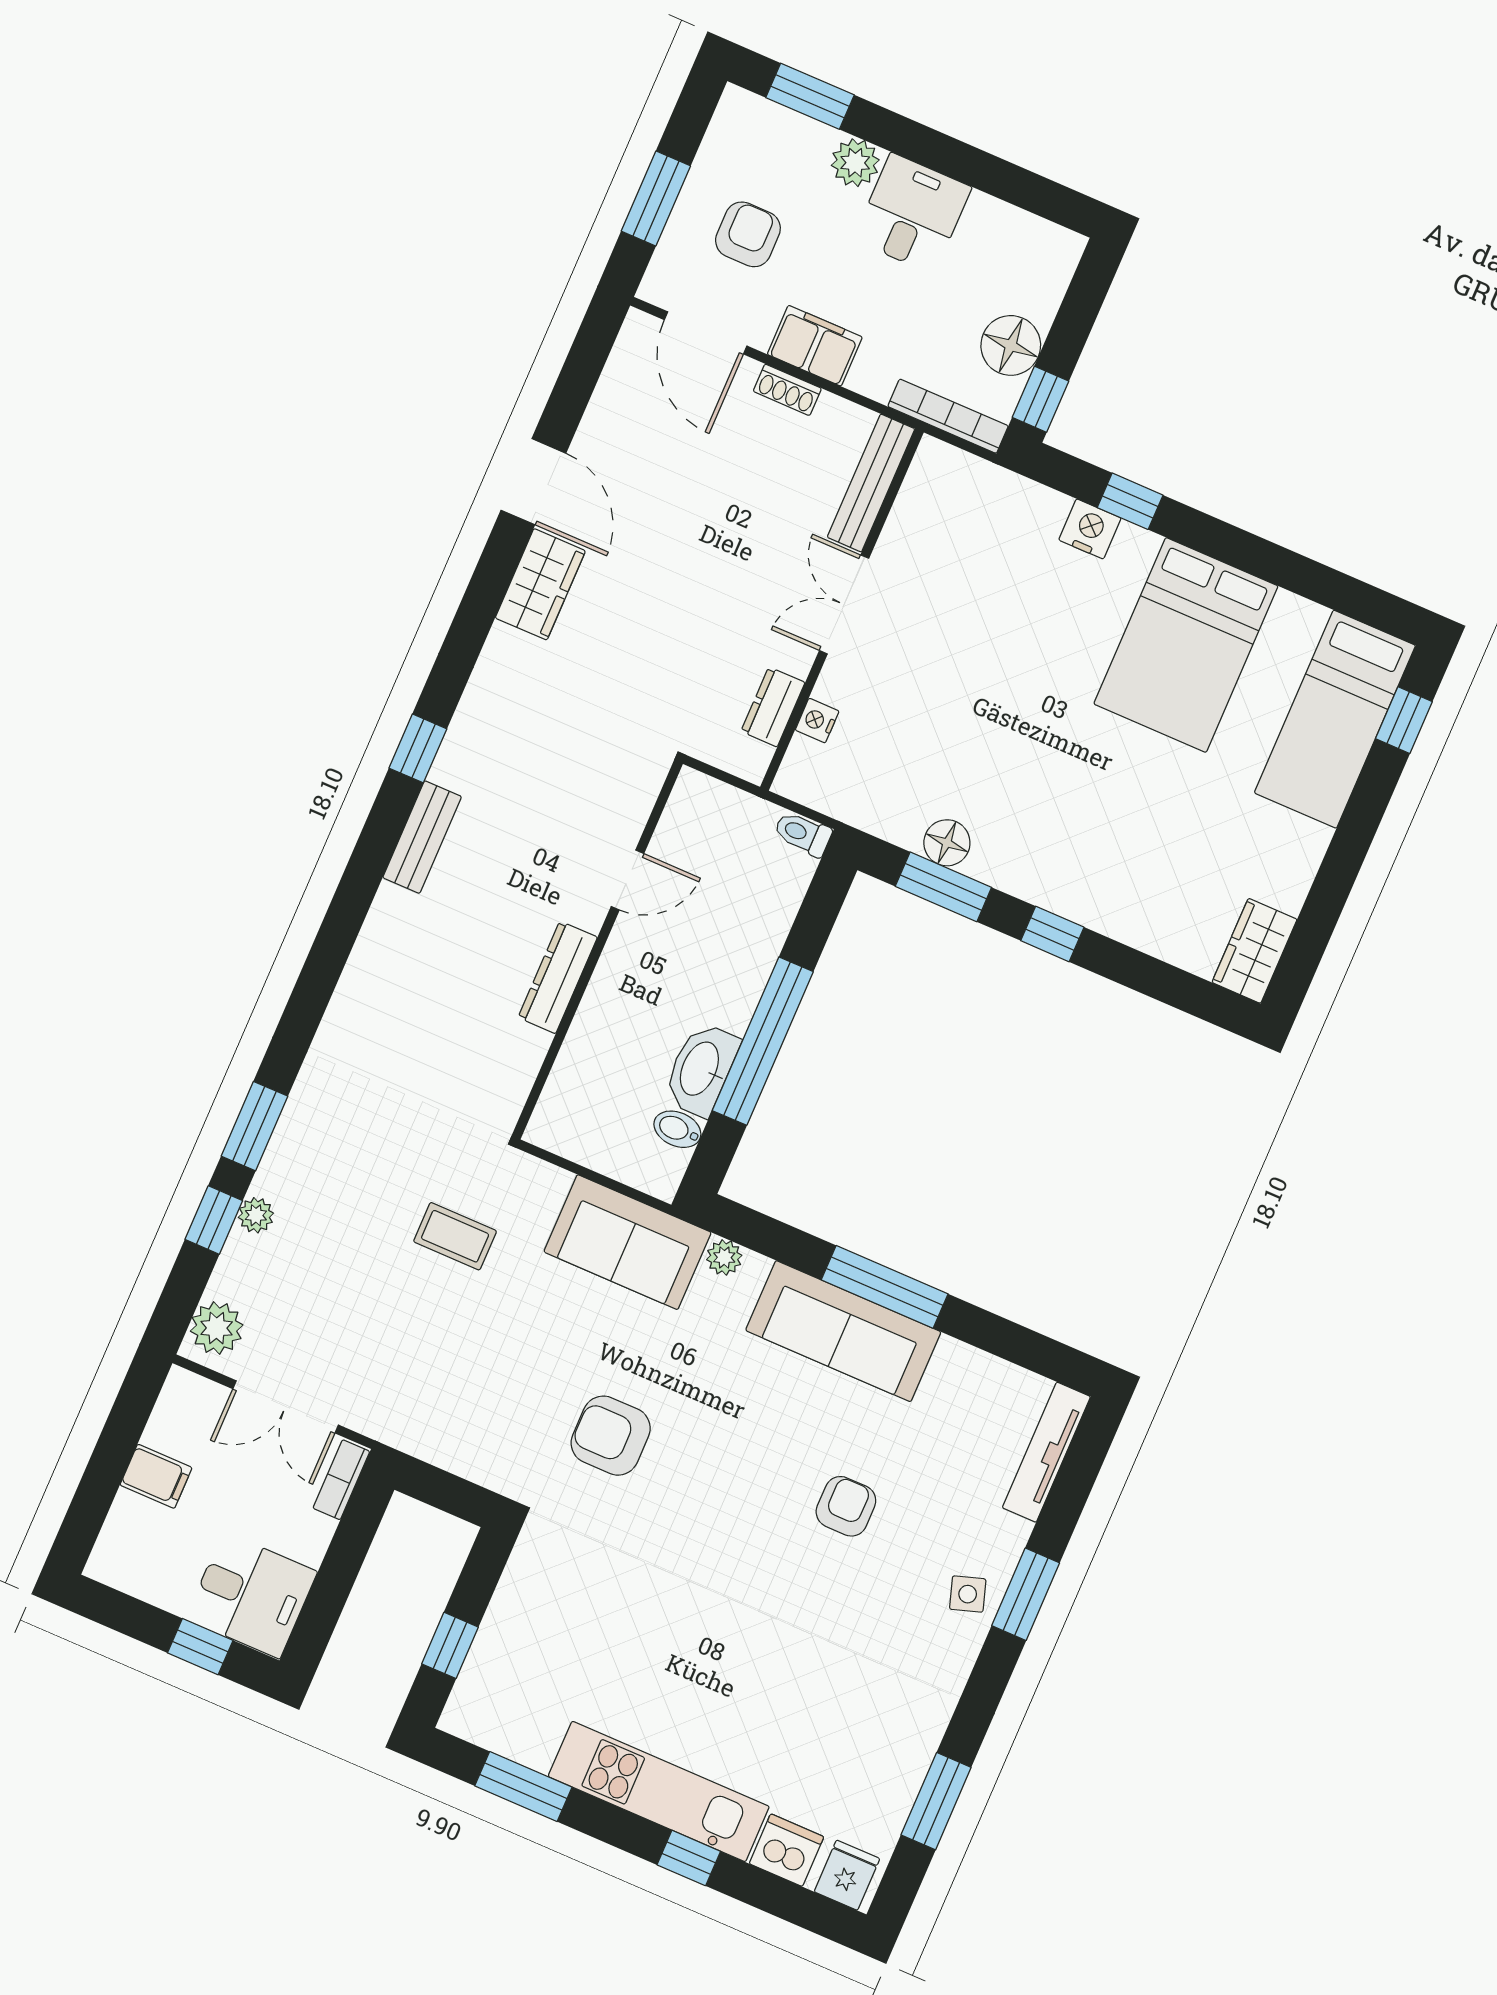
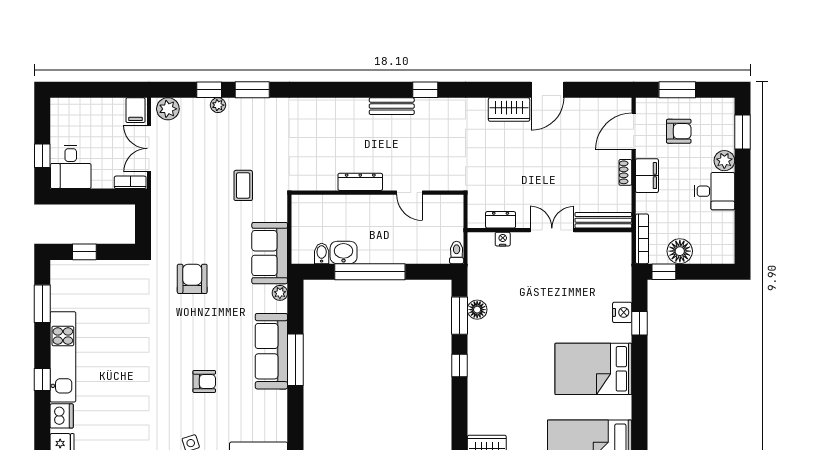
washbasin: (701, 1069) -> (344, 252), width x0.72
filing cabinet: (156, 1476) -> (135, 110), moved

